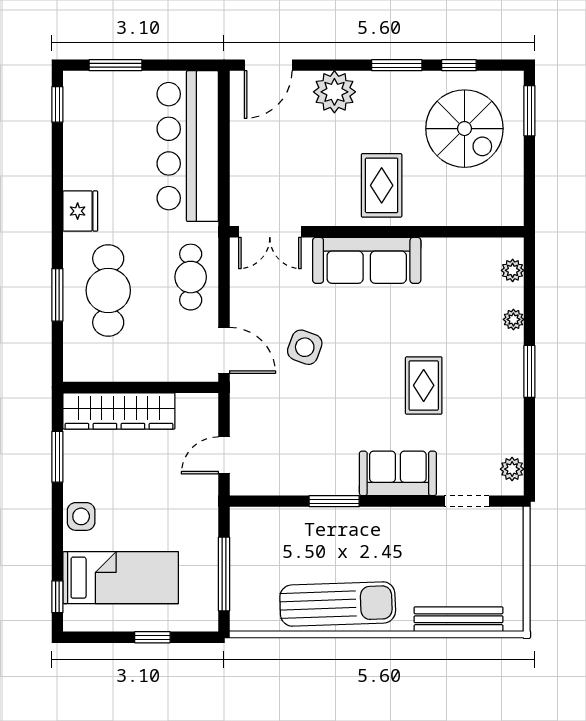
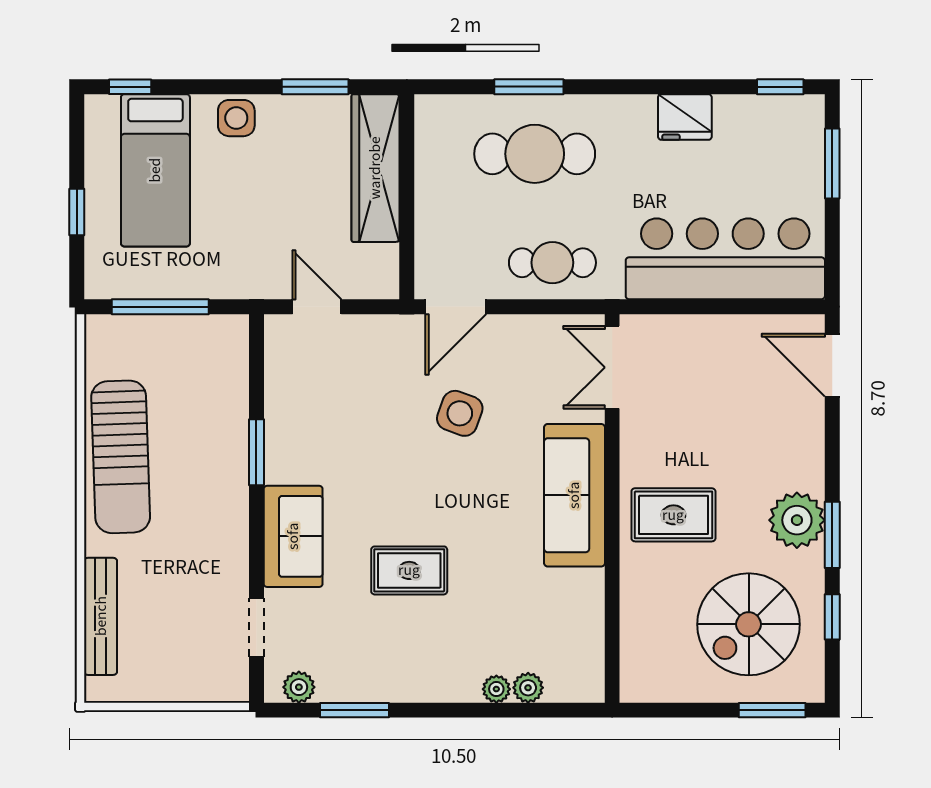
plant: (334, 92) -> (797, 520), moved
fridge: (80, 211) -> (685, 117), moved
plant: (513, 270) -> (528, 688), moved
window: (529, 371) -> (355, 710), moved

